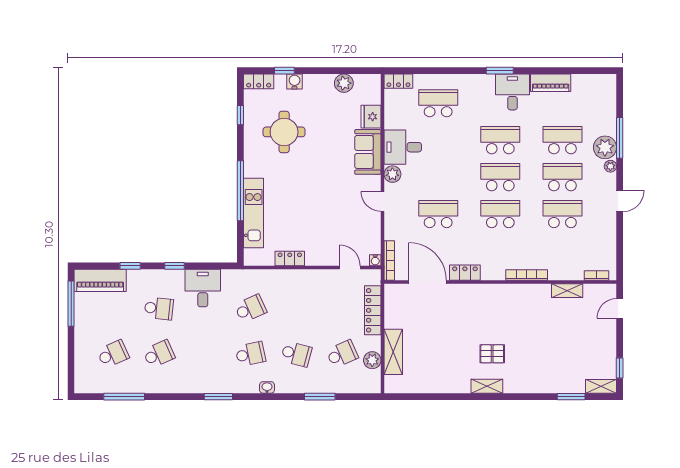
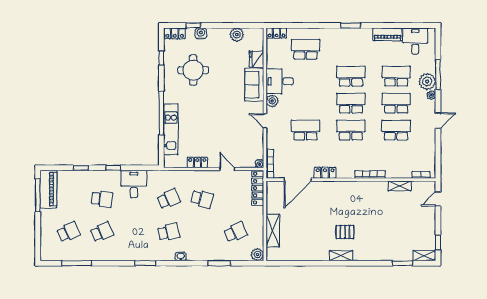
desk: (512, 92) -> (415, 41), moved
door: (350, 267) -> (227, 169), moved
piano: (100, 280) -> (48, 189), moved, turned -90
door: (427, 282) -> (298, 180), swing flipped
locker: (373, 310) -> (258, 188), moved
school desk: (296, 354) -> (202, 199), moved
plant: (372, 360) -> (257, 255), moved

